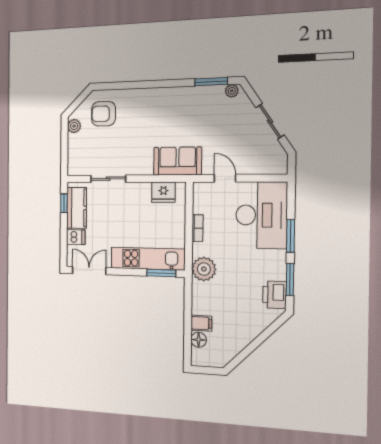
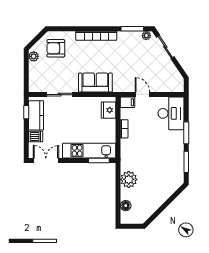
bookcase: (159, 94) -> (96, 36), added
sliding door: (270, 121) -> (165, 47), moved
sofa: (178, 161) -> (95, 83), moved
fridge: (163, 192) -> (109, 110), moved, turned 90
desk: (261, 215) -> (171, 113), width x0.73, depth x0.77
plant: (204, 269) -> (129, 179), moved
printer: (275, 295) -> (176, 172), removed
filing cabinet: (201, 323) -> (127, 102), moved

